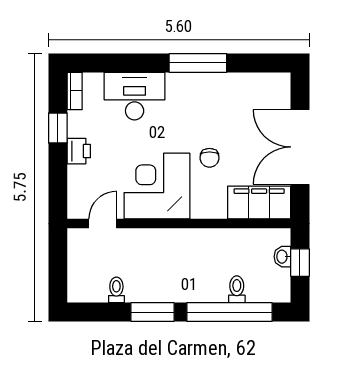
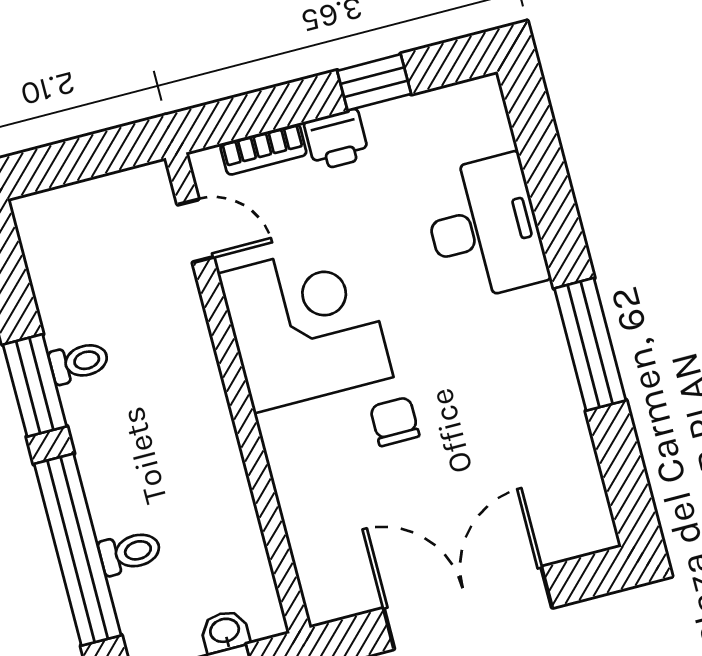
bookcase: (75, 91) -> (263, 149), moved
chair: (209, 158) -> (395, 421), turned 90
filing cabinet: (259, 203) -> (327, 552), removed
toilet: (116, 290) -> (79, 362), moved

